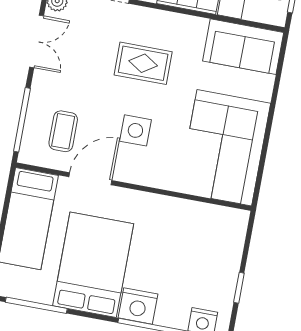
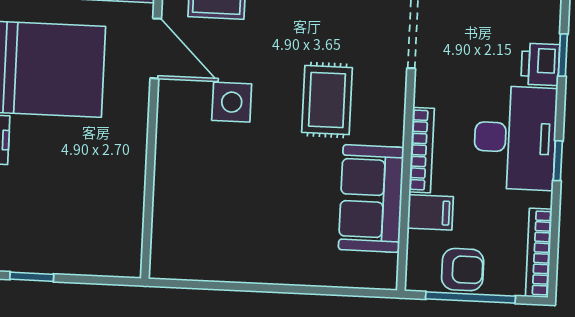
sofa: (243, 47) -> (371, 198), moved
corner sofa: (224, 148) -> (225, 230), removed

